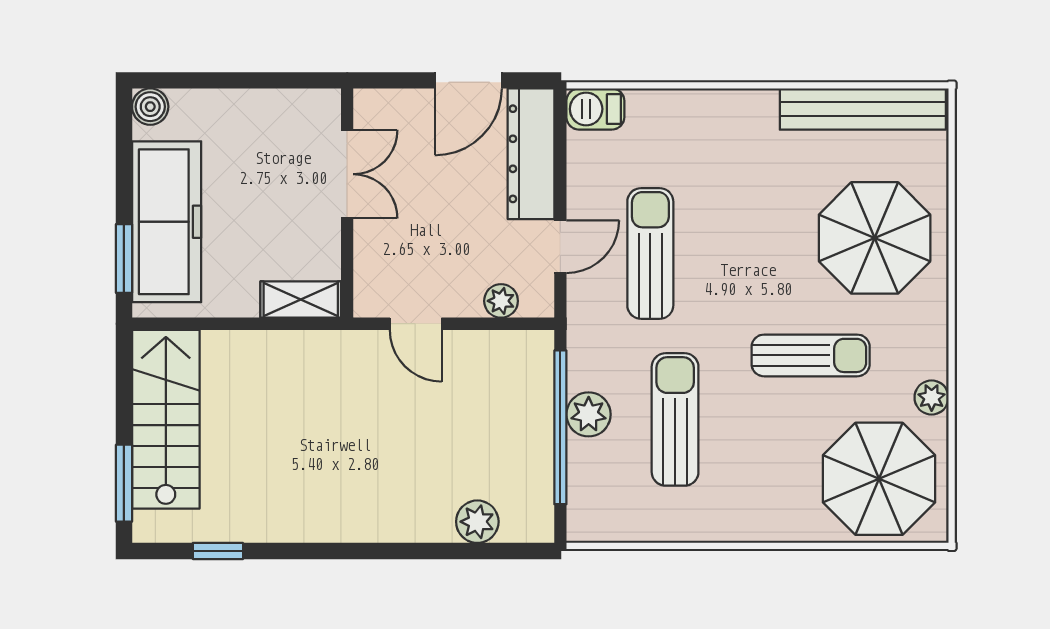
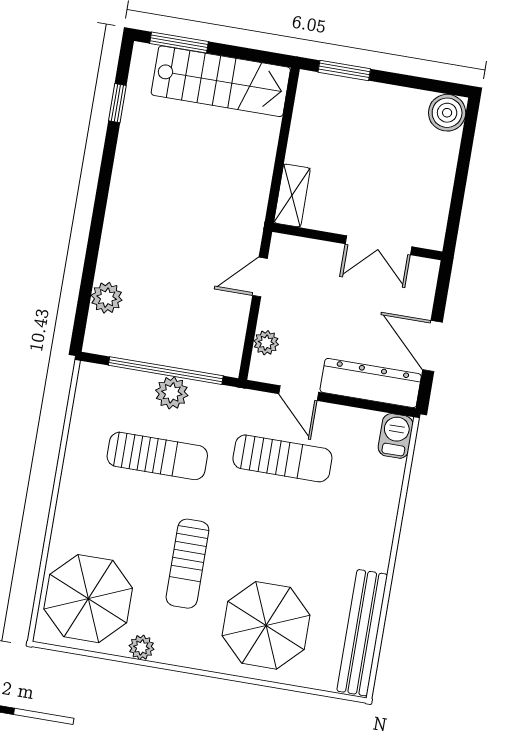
boiler: (150, 107) -> (447, 113), width x1.36, depth x1.36
freezer: (167, 222) -> (366, 106), removed

